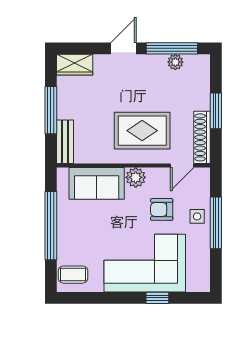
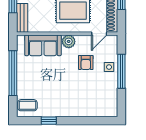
armchair: (162, 209) -> (86, 62), turned -90
corner sofa: (145, 263) -> (75, 98), removed
window: (157, 298) -> (49, 121), moved

